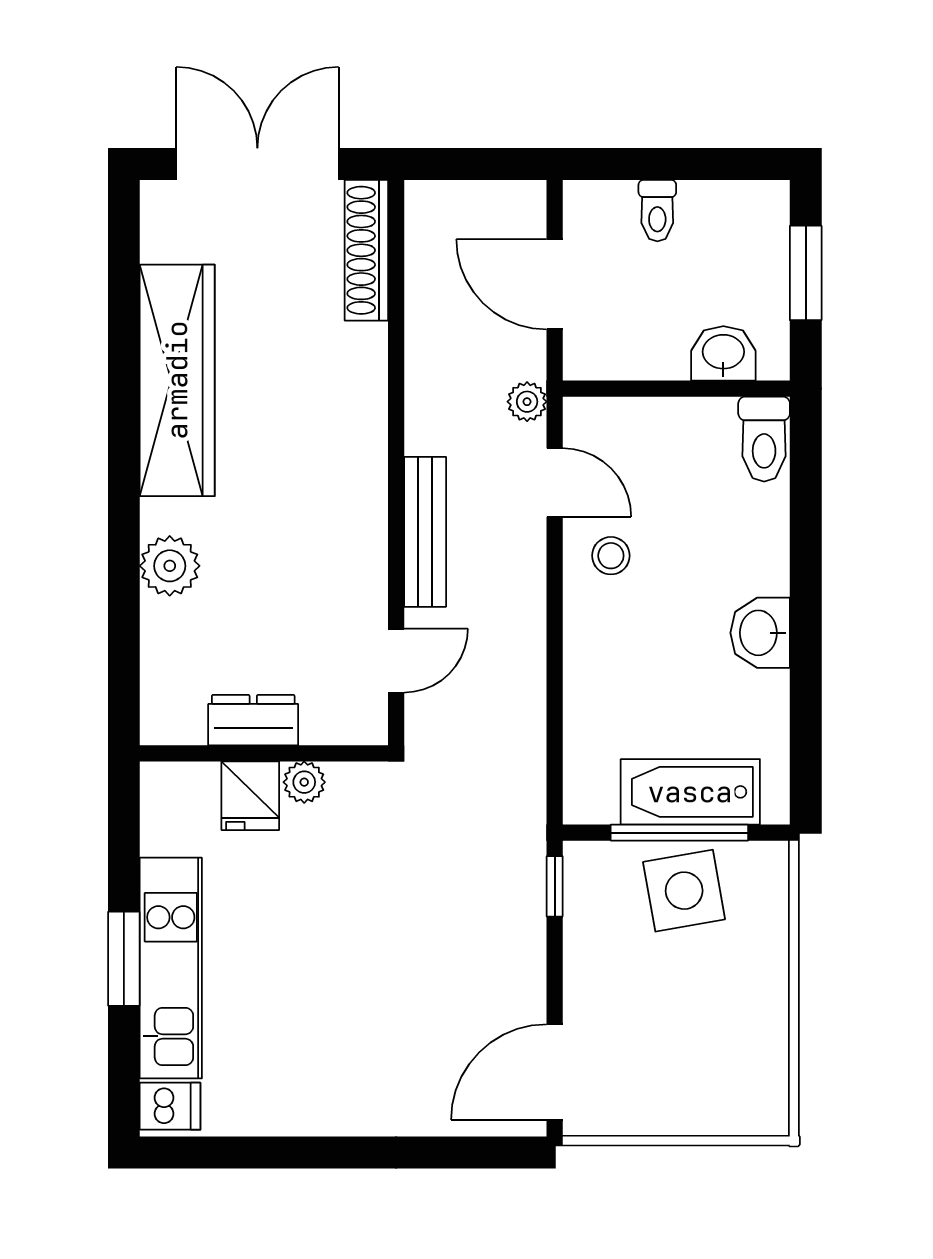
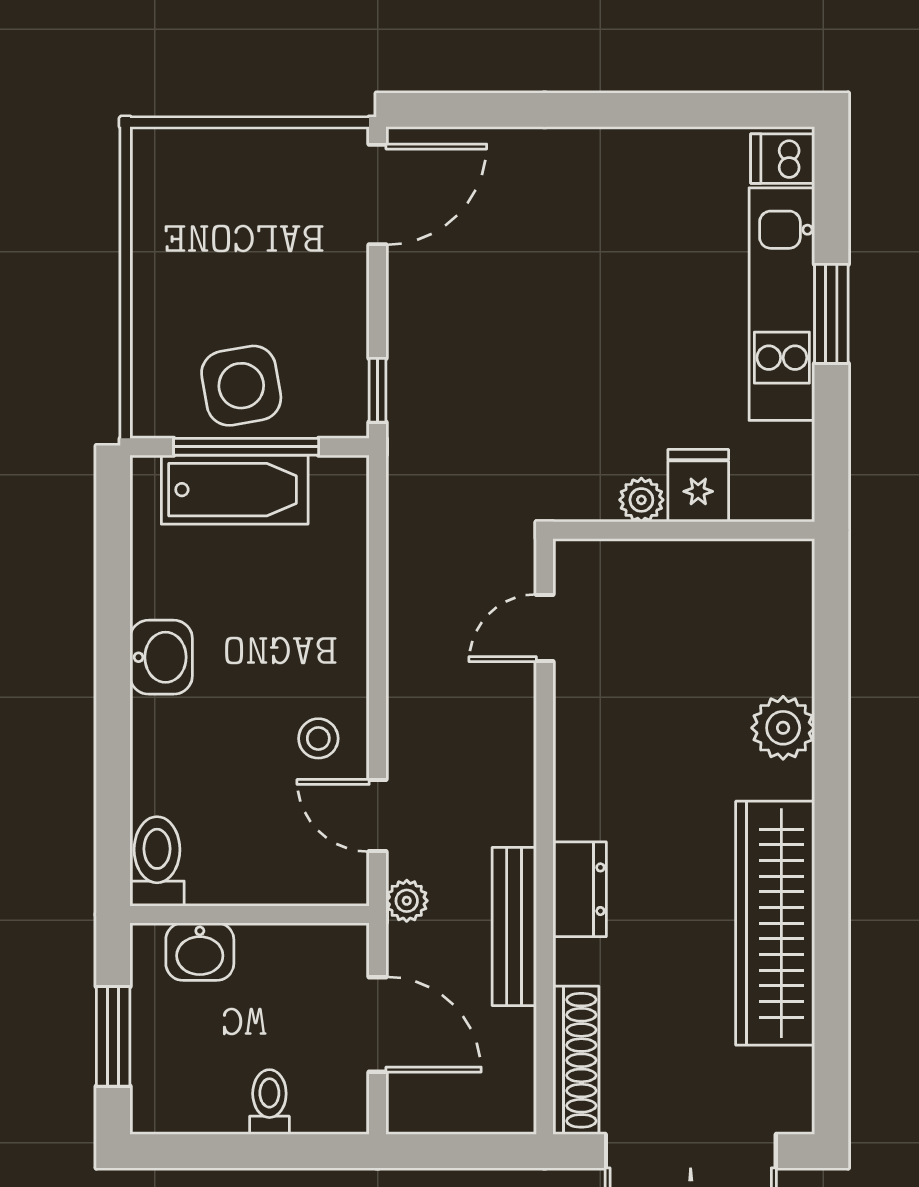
bench: (425, 532) -> (514, 927), moved
dresser: (253, 720) -> (580, 889), moved, turned -90

